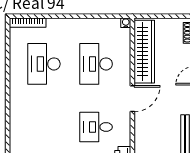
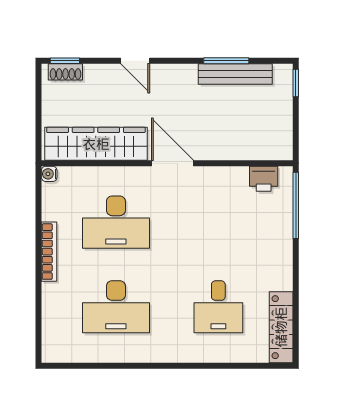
bookcase: (28, 23) -> (49, 252), moved
desk: (96, 127) -> (218, 307), moved

